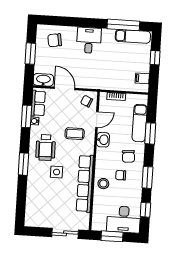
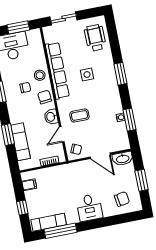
row of seats: (38, 103) -> (122, 135), removed
wheelchair: (46, 147) -> (95, 38), moved
chair: (128, 156) -> (45, 97), moved

